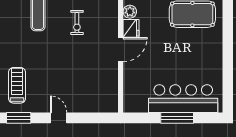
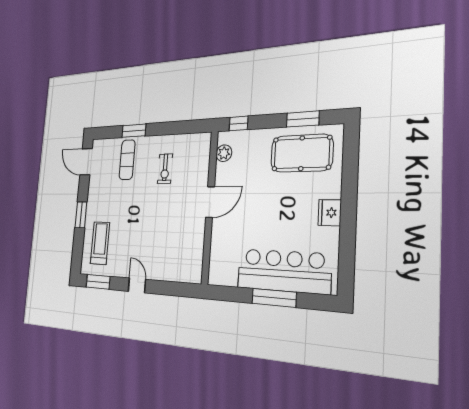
fridge: (131, 28) -> (330, 213), moved, turned 180

